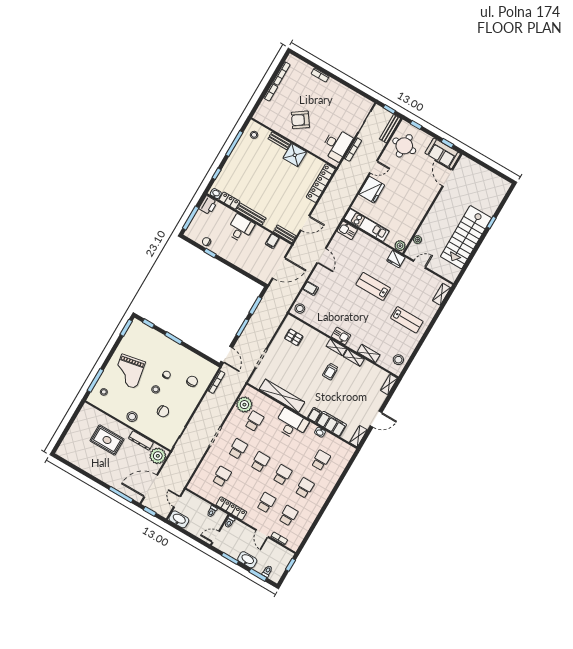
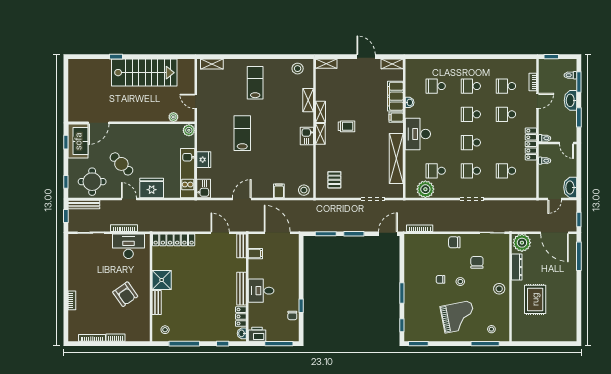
cafe table: (405, 177) -> (121, 164), added
fridge: (396, 259) -> (204, 160), moved
lab bench: (373, 286) -> (242, 133), turned 180
chair: (192, 381) -> (454, 242), moved

